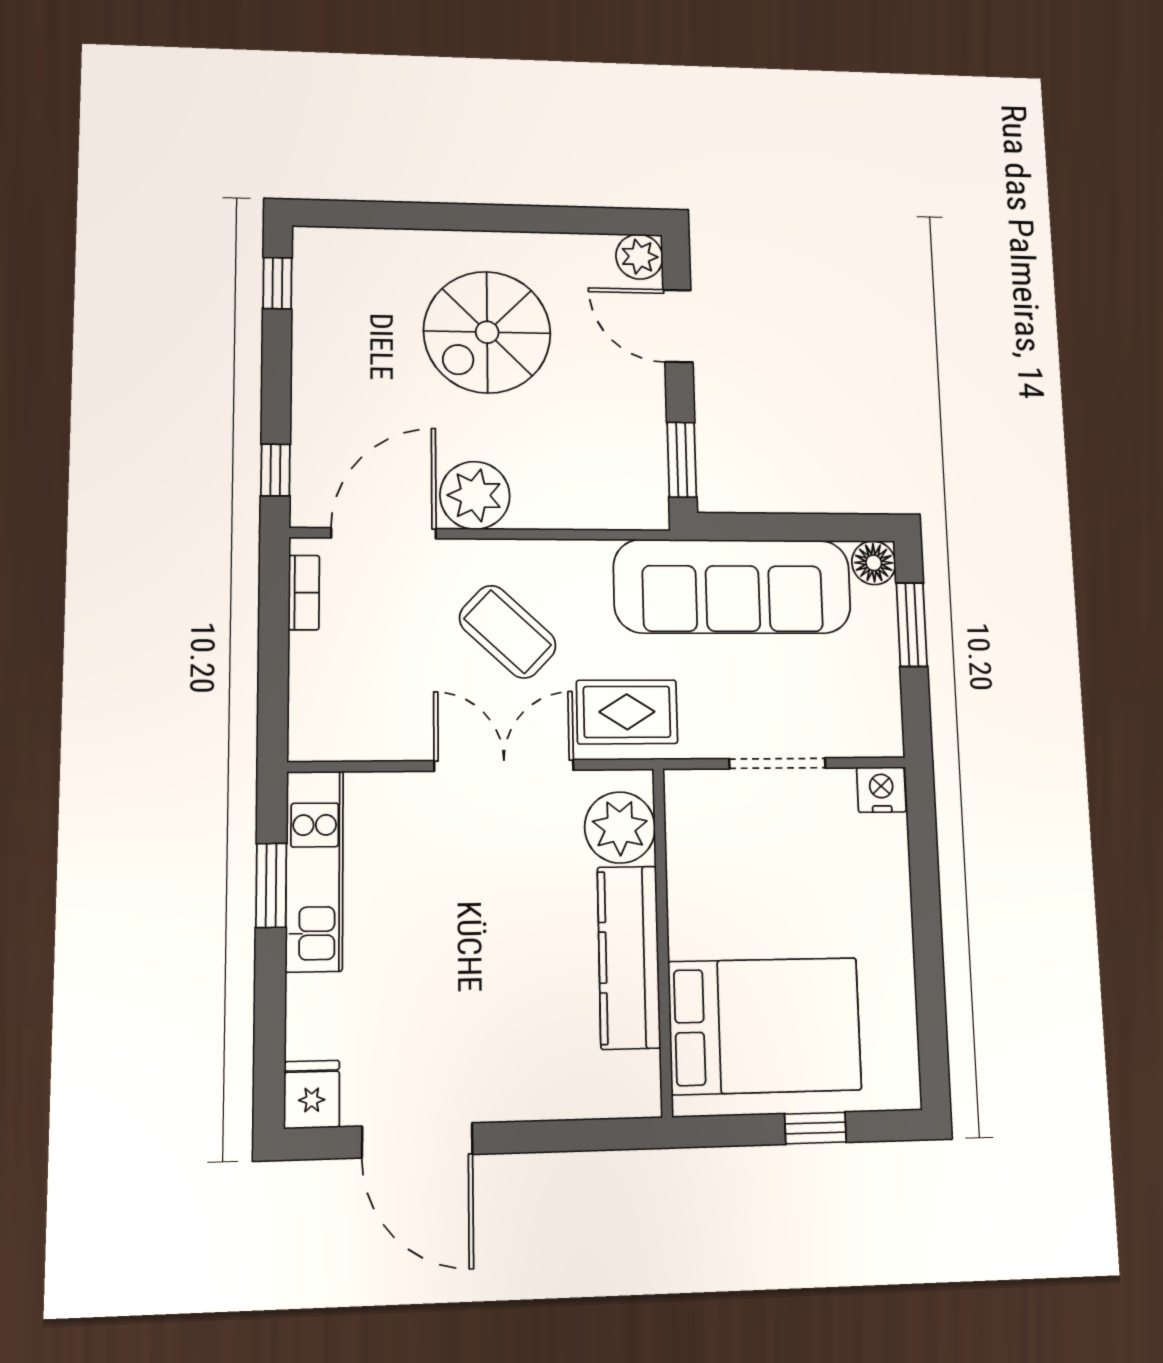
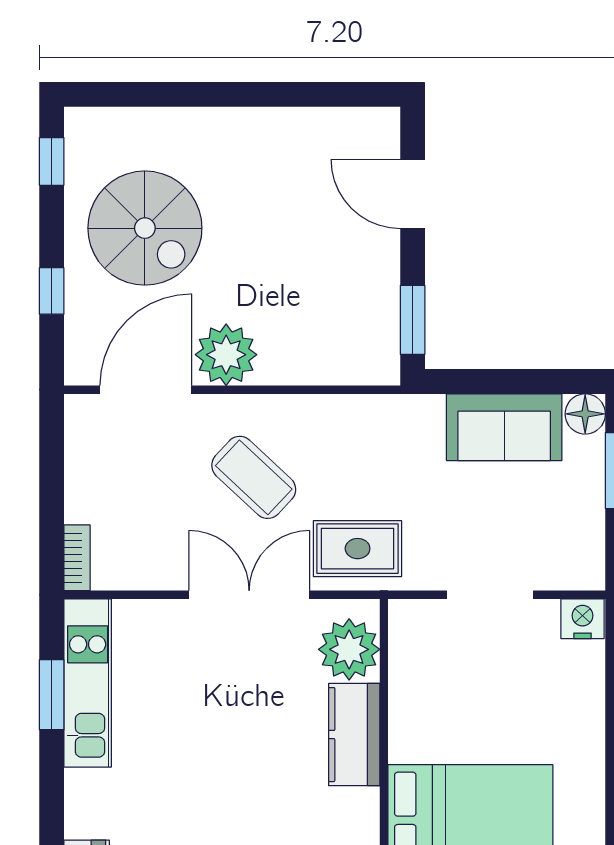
plant: (639, 257) -> (379, 128), removed
spiral stairs: (487, 332) -> (145, 228), moved, turned -90
window: (275, 470) -> (52, 291), moved
sofa: (732, 586) -> (504, 427), width x0.54, depth x0.79
bookcase: (304, 593) -> (77, 558), moved
kitchen counter: (629, 957) -> (354, 735), width x0.67

